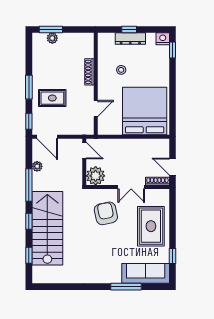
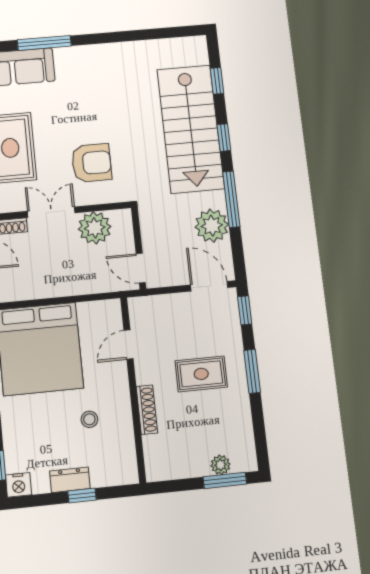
dresser: (130, 39) -> (70, 480), width x0.70
rug: (52, 98) -> (201, 374), moved
plant: (37, 166) -> (212, 226), width x1.88, depth x1.88
plant: (96, 176) -> (95, 228), moved
armchair: (106, 213) -> (91, 163), turned -78

